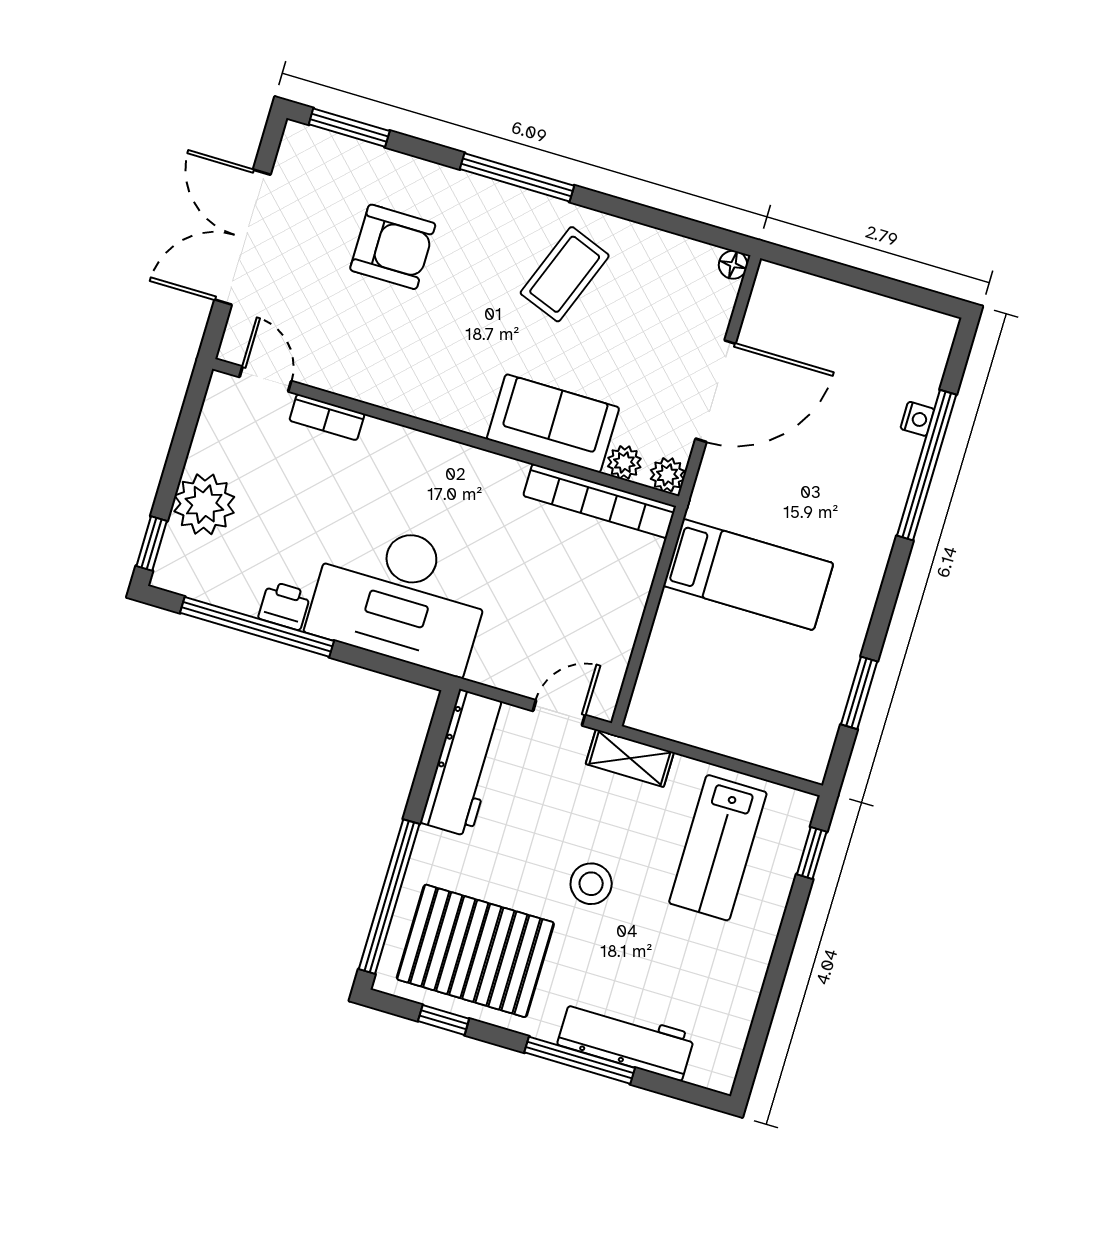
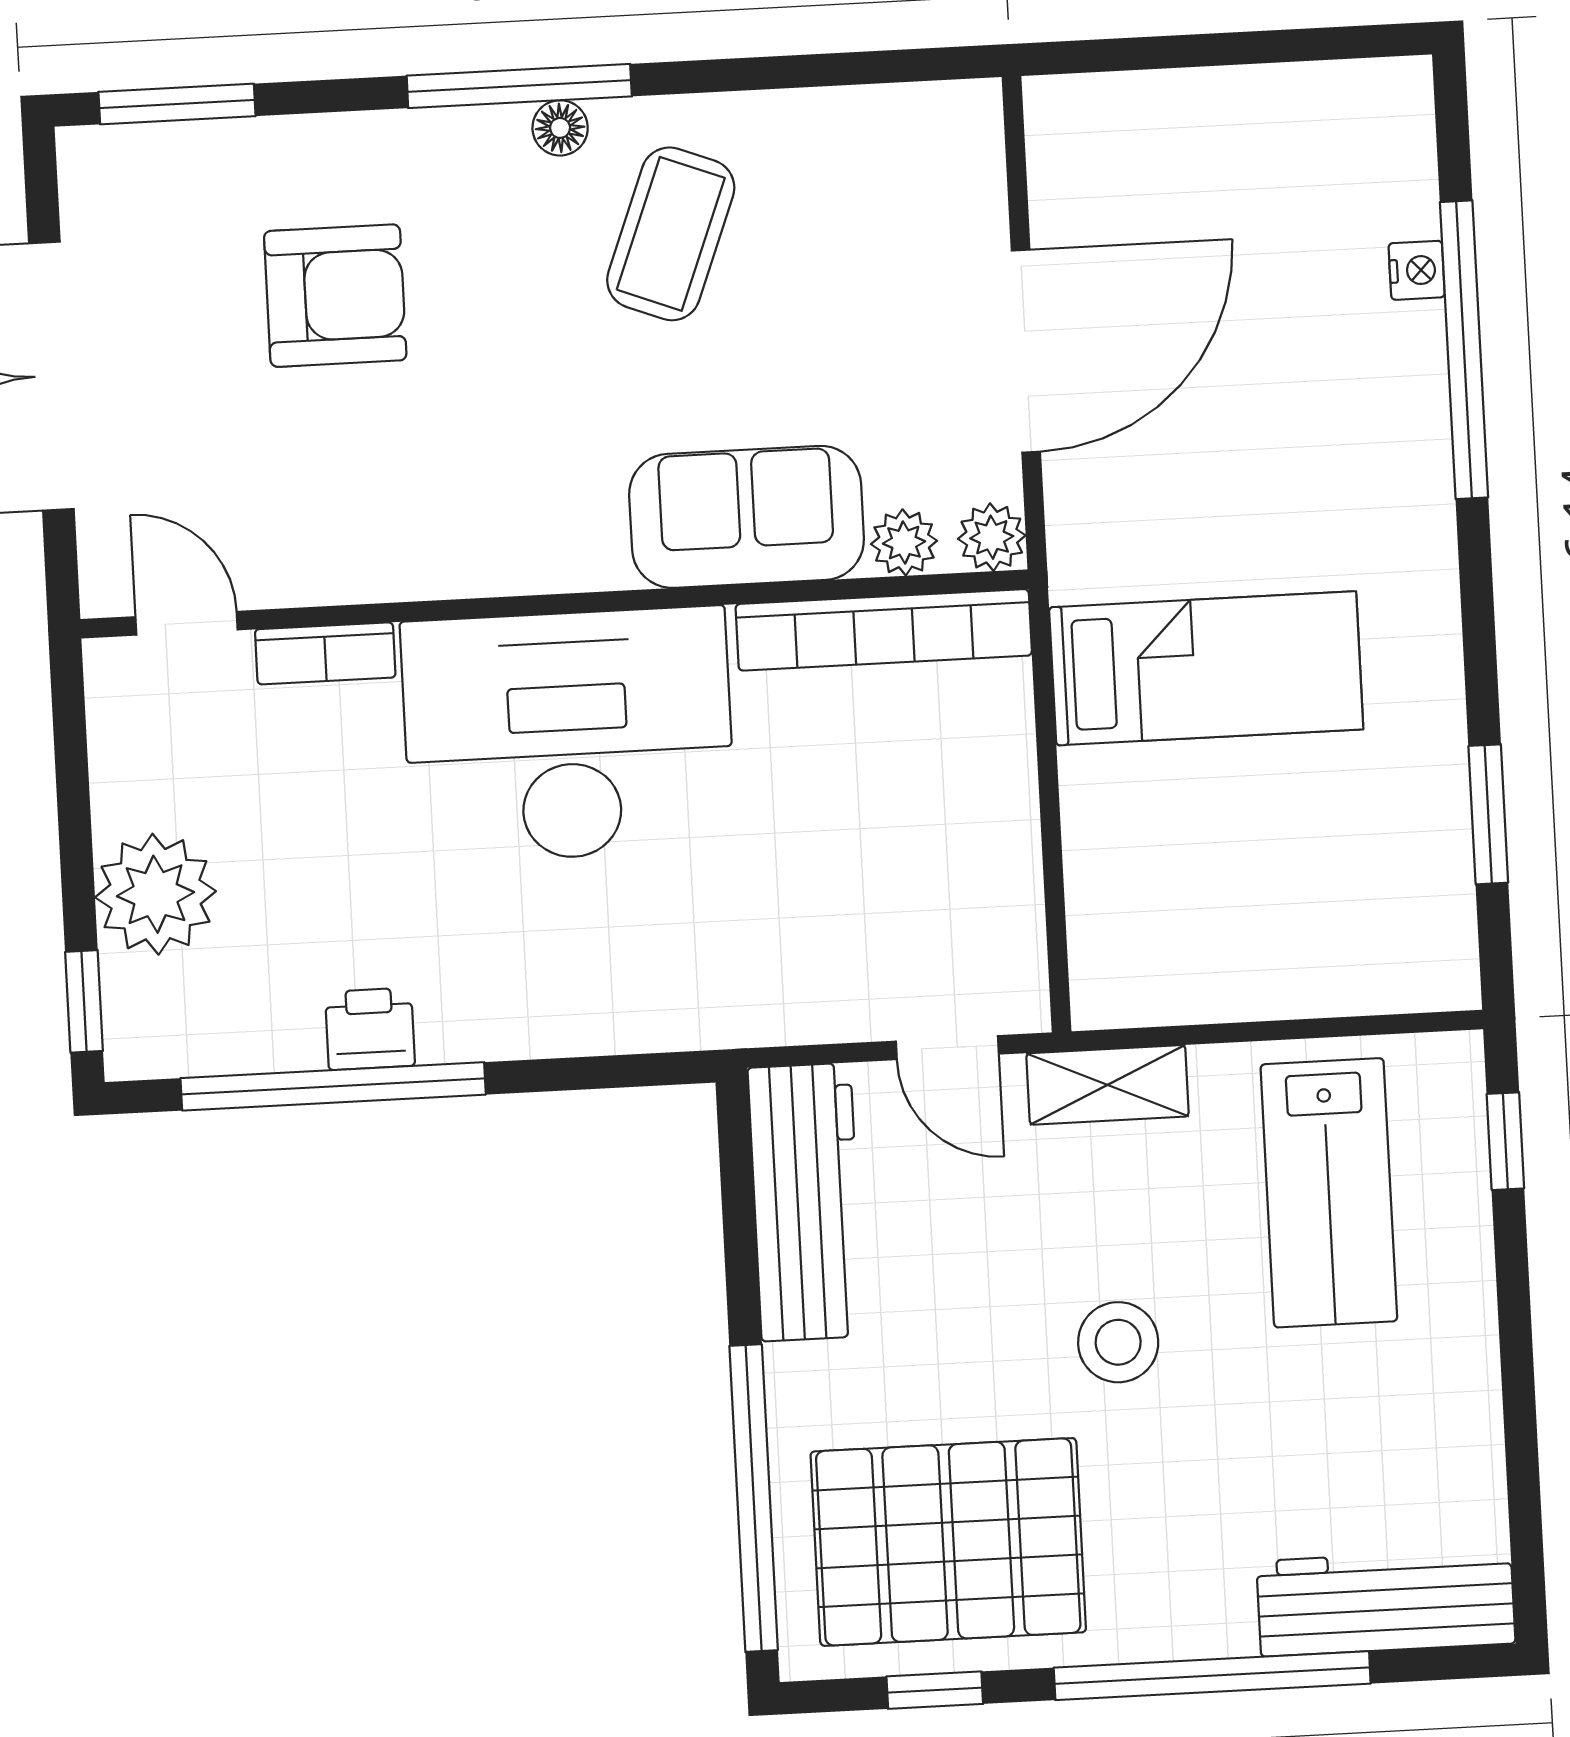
floor lamp: (733, 265) -> (560, 128), moved
desk: (400, 596) -> (568, 735), moved, turned 180
door: (559, 713) -> (947, 1048), swing flipped
workbench: (626, 1040) -> (1386, 1602), moved
window: (580, 1060) -> (1212, 1676), width x1.46

